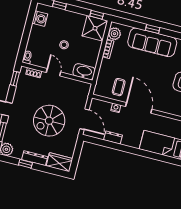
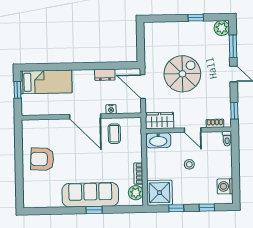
window: (97, 15) -> (176, 208), moved
dresser: (35, 158) -> (187, 27), removed
wardrobe: (59, 162) -> (160, 121), moved, turned 180

